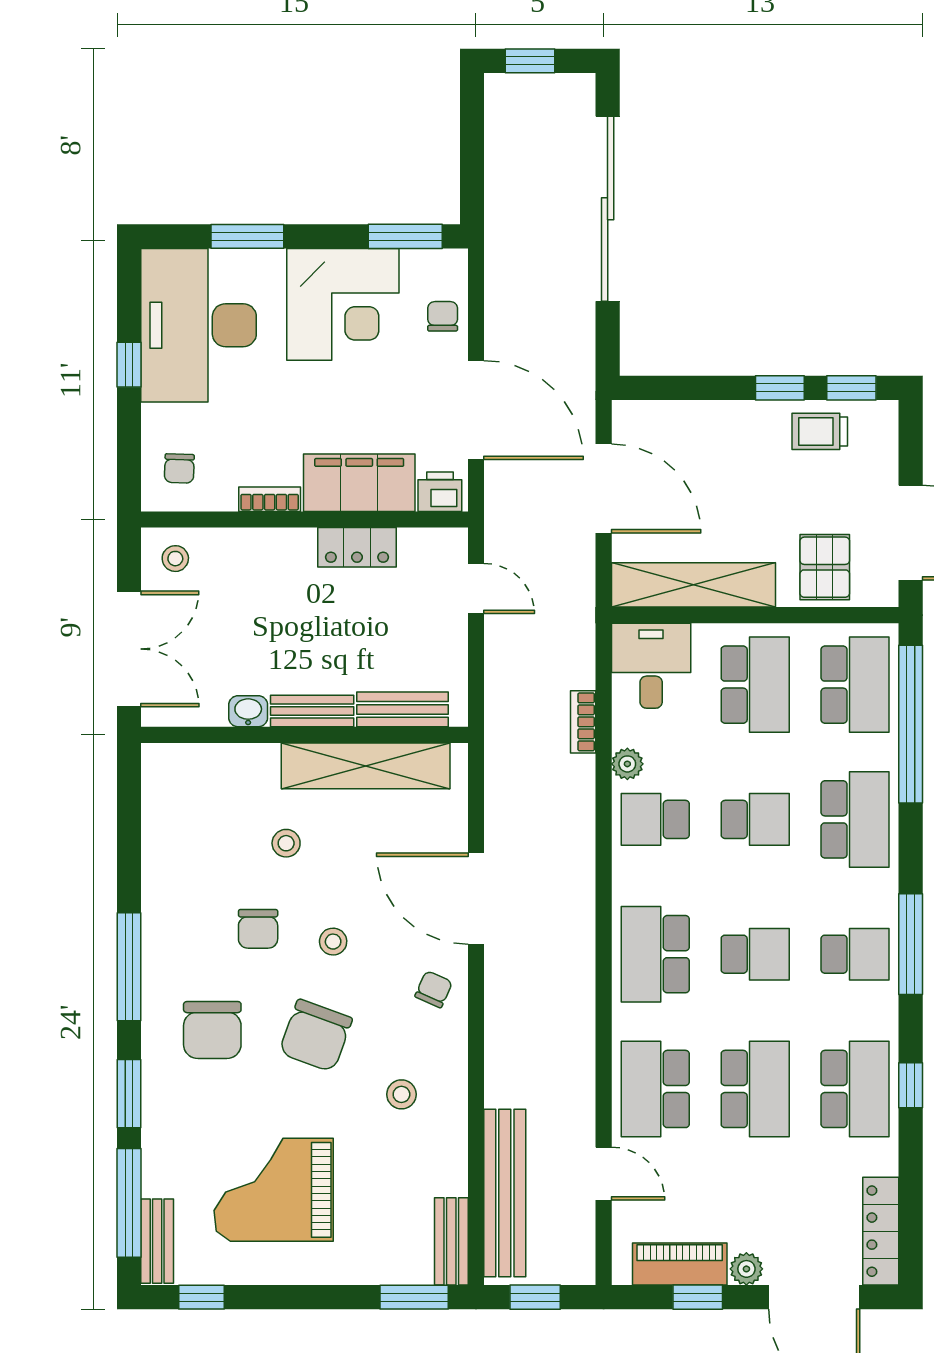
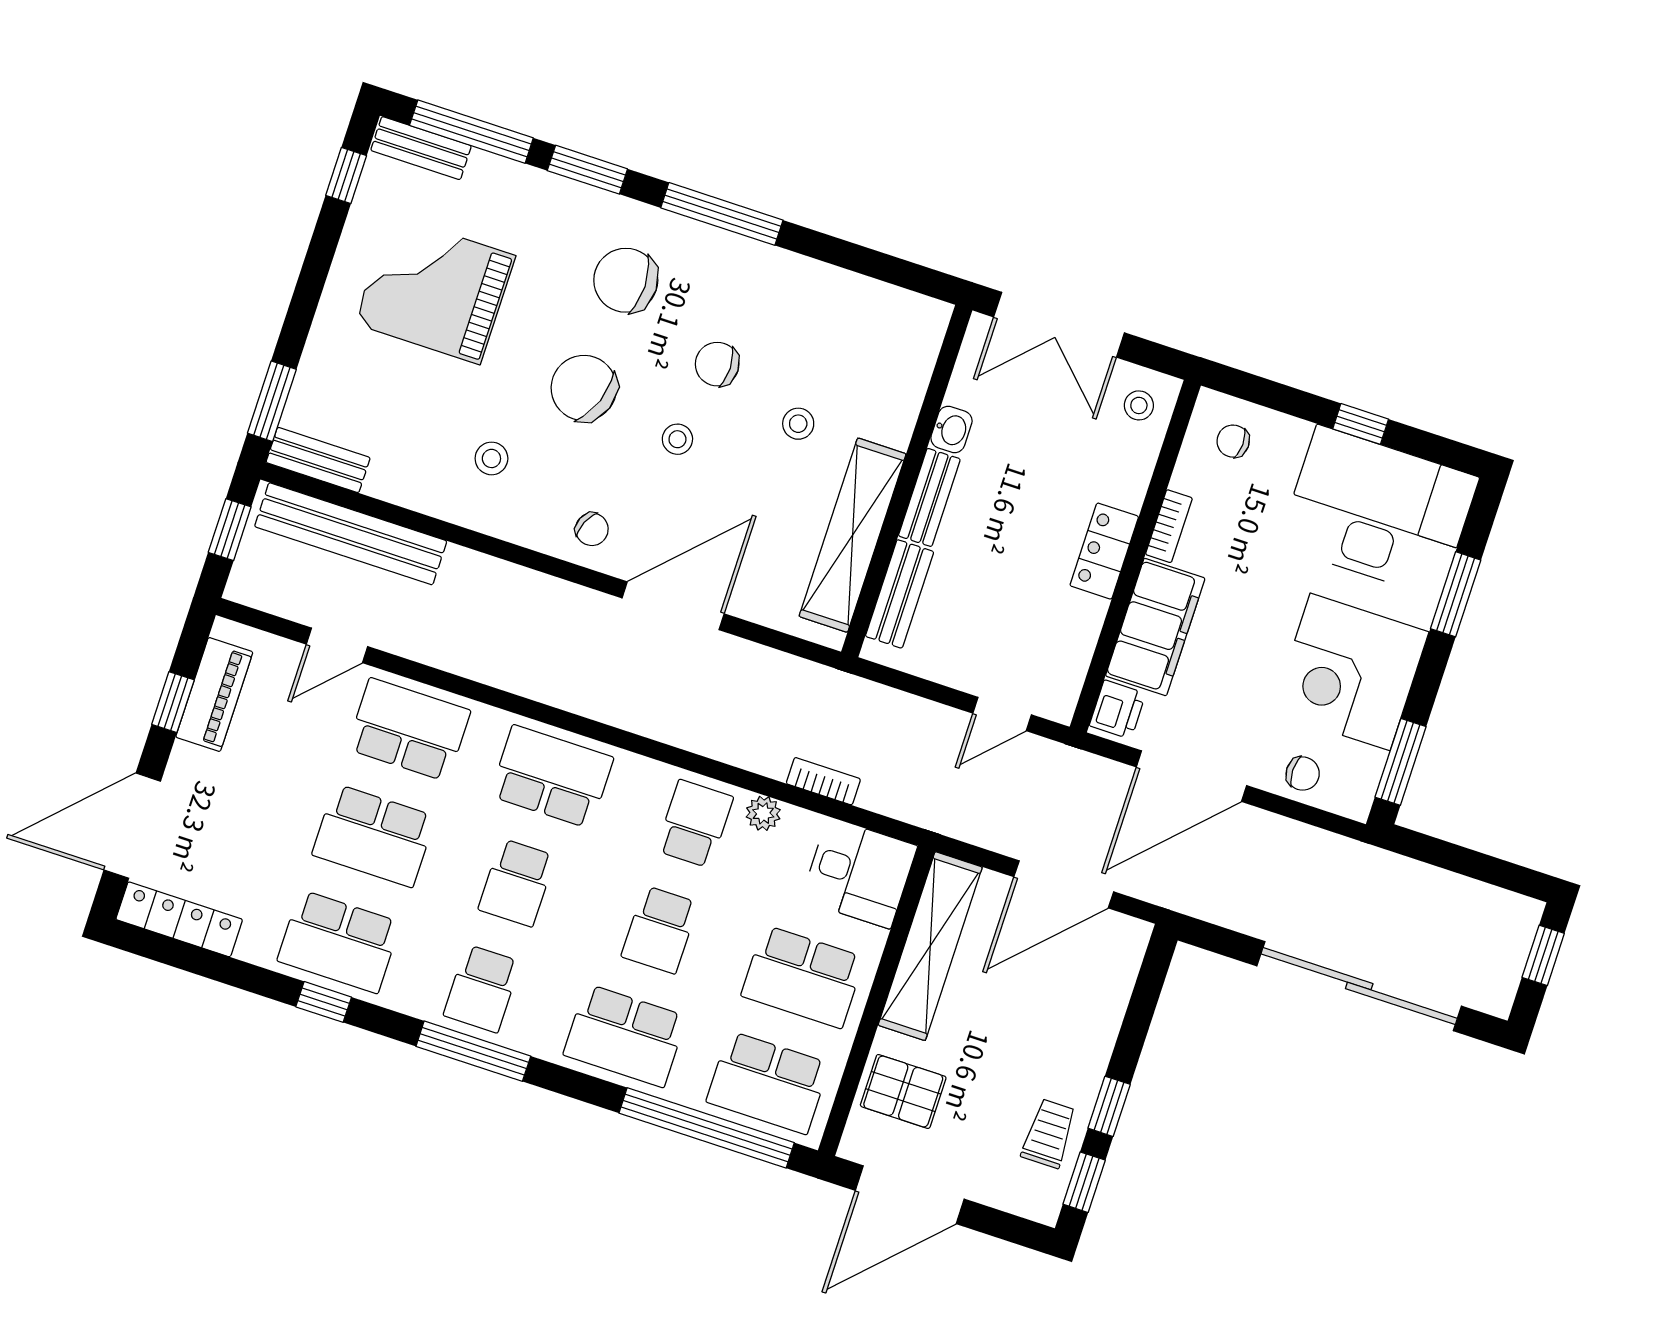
locker: (357, 547) -> (1104, 551), moved
grand piano: (274, 1190) -> (435, 290), turned -90
plant: (746, 1269) -> (186, 764), removed

